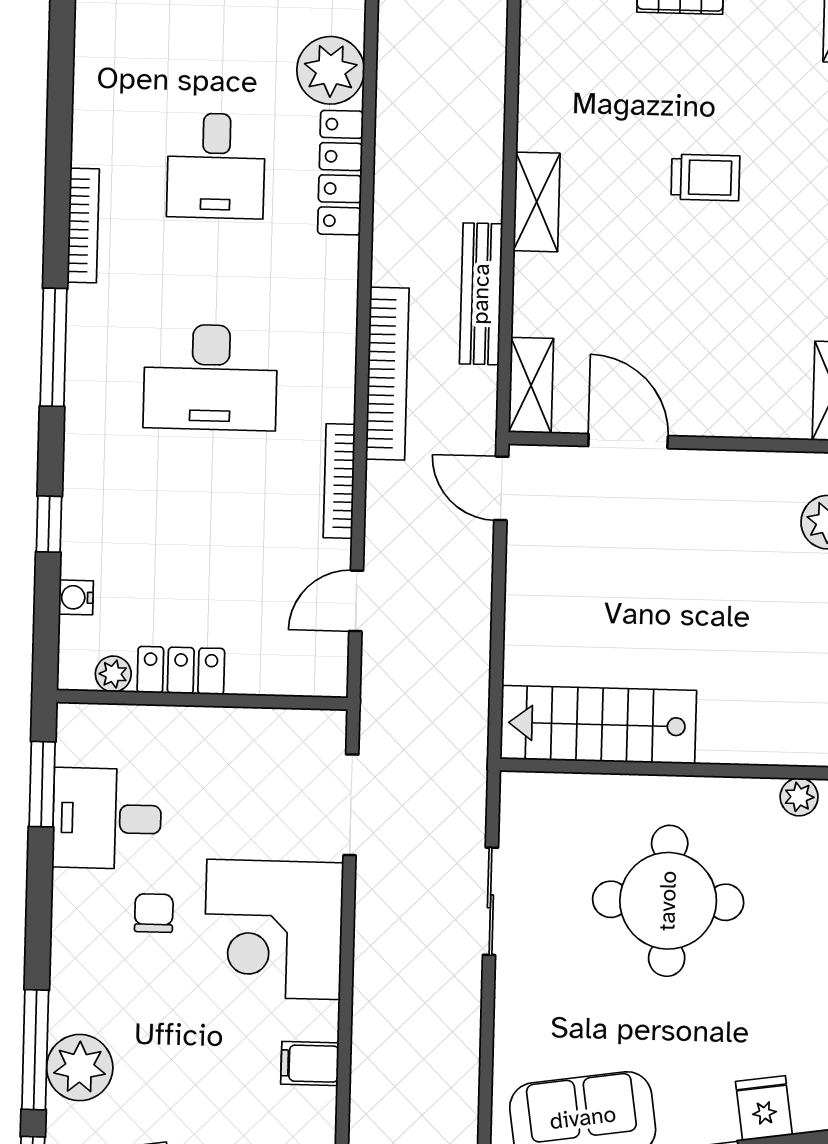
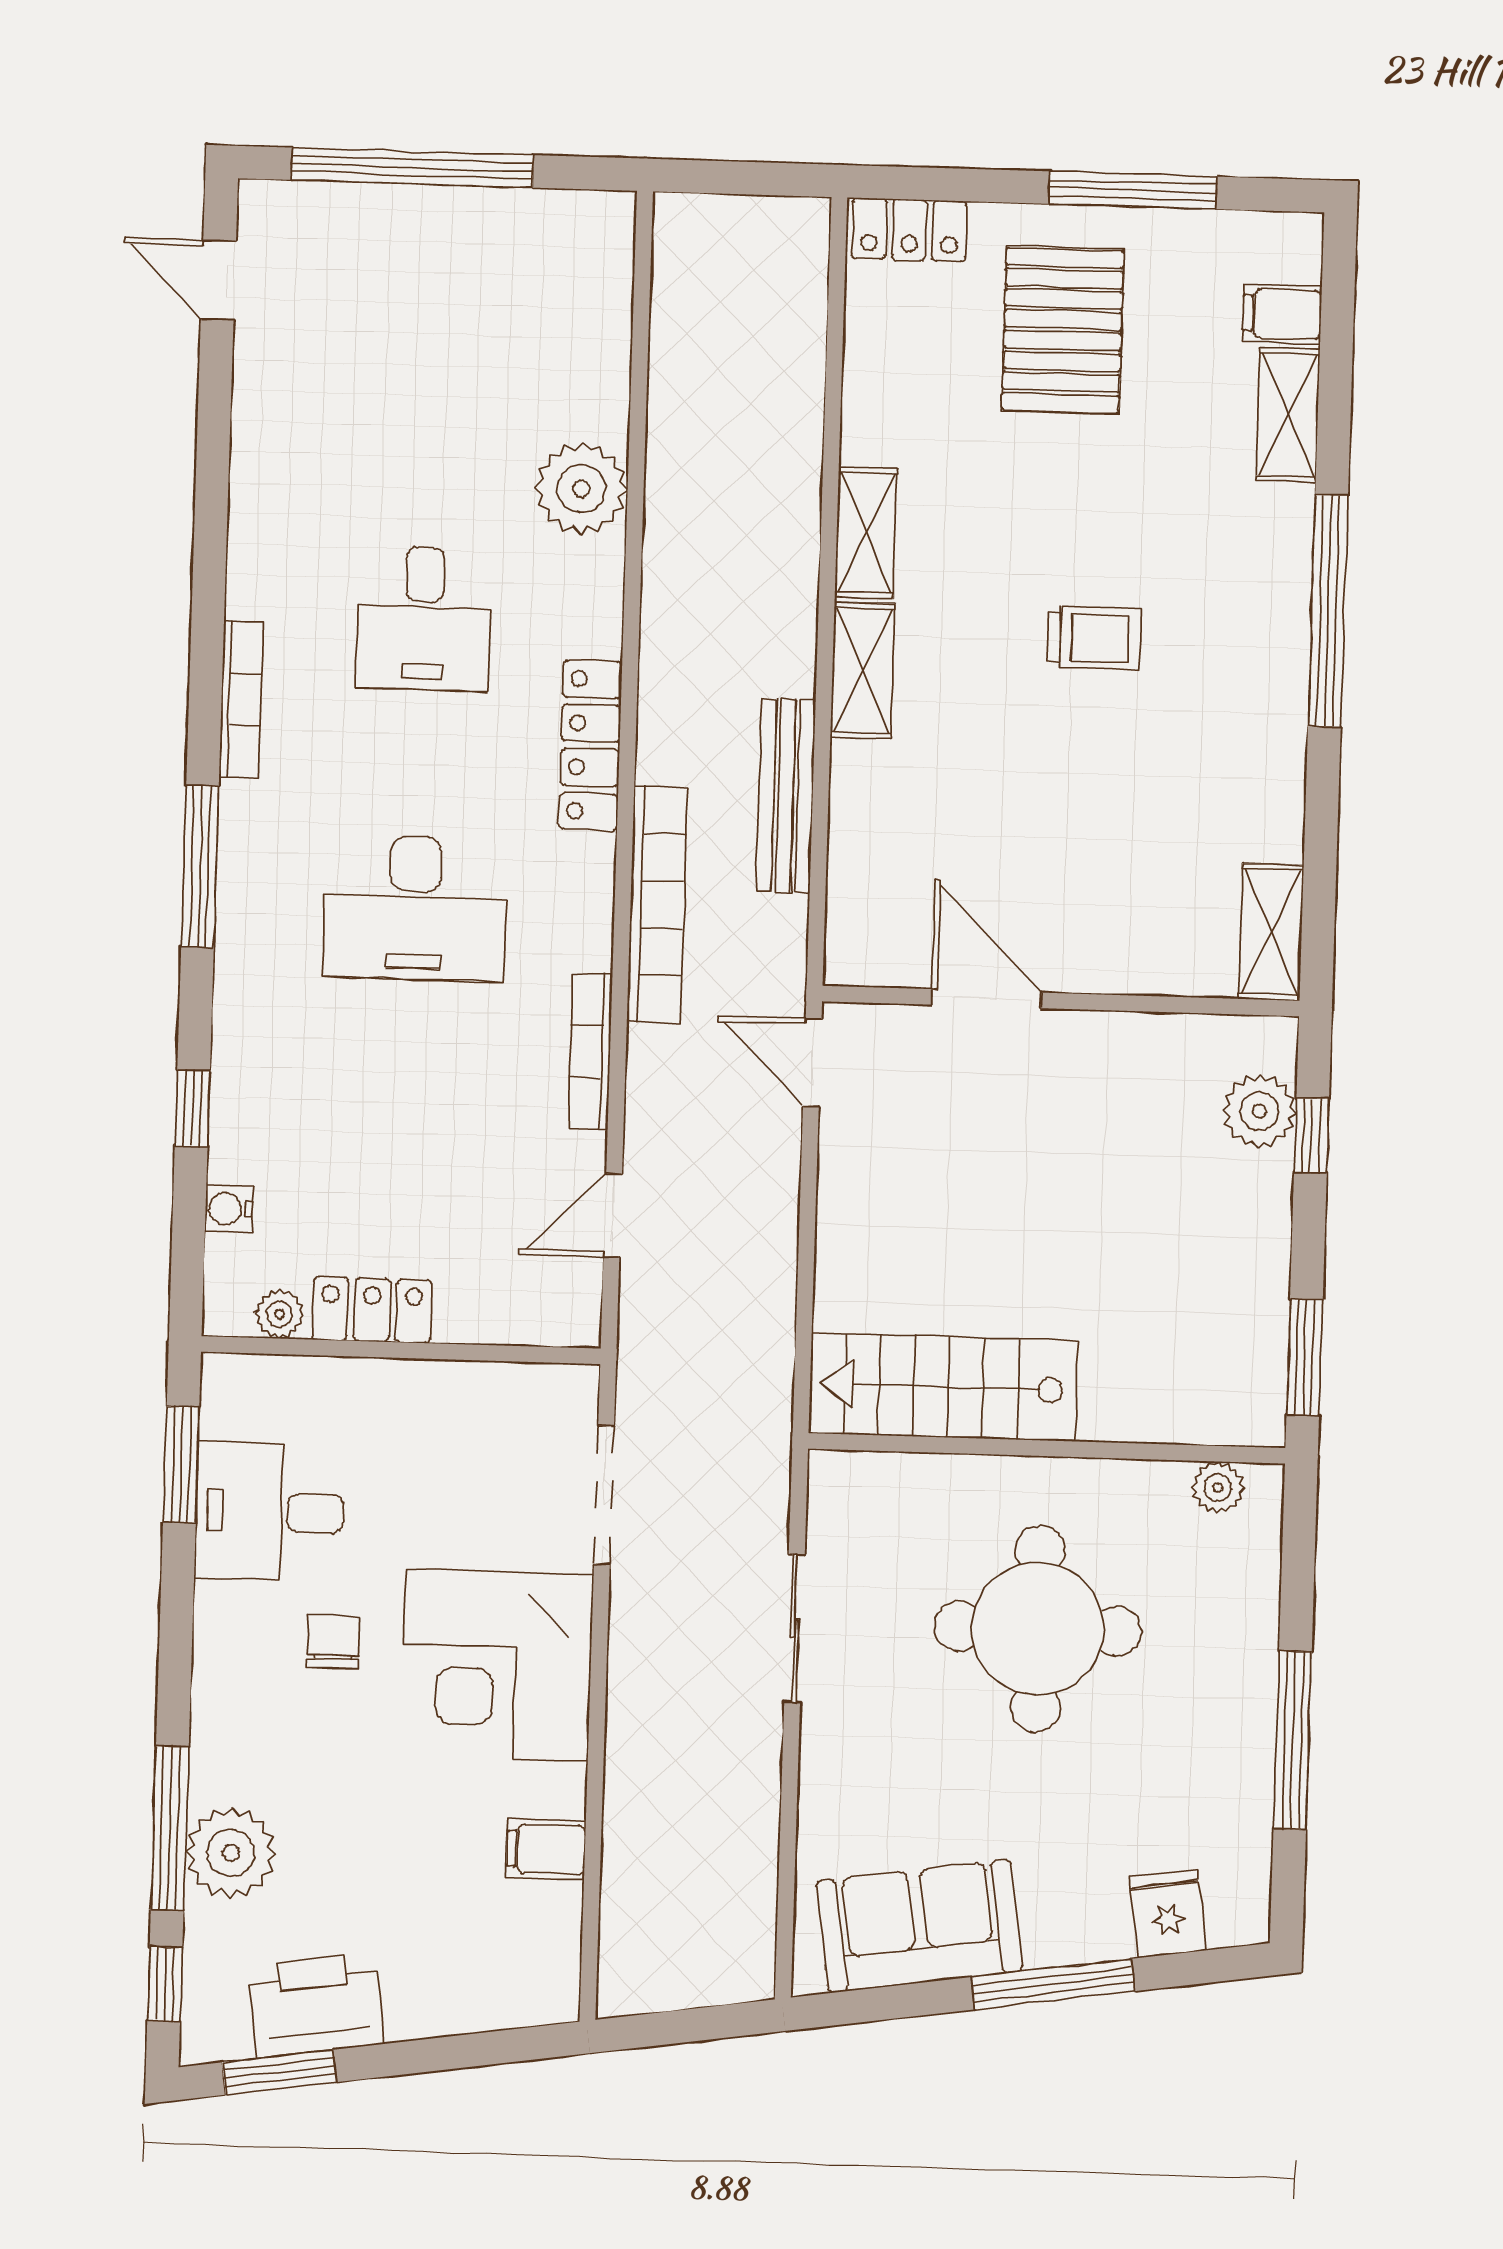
locker: (340, 173) -> (591, 745), moved
shelving: (531, 385) -> (866, 533), moved

